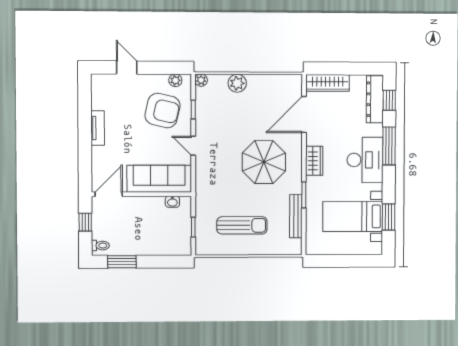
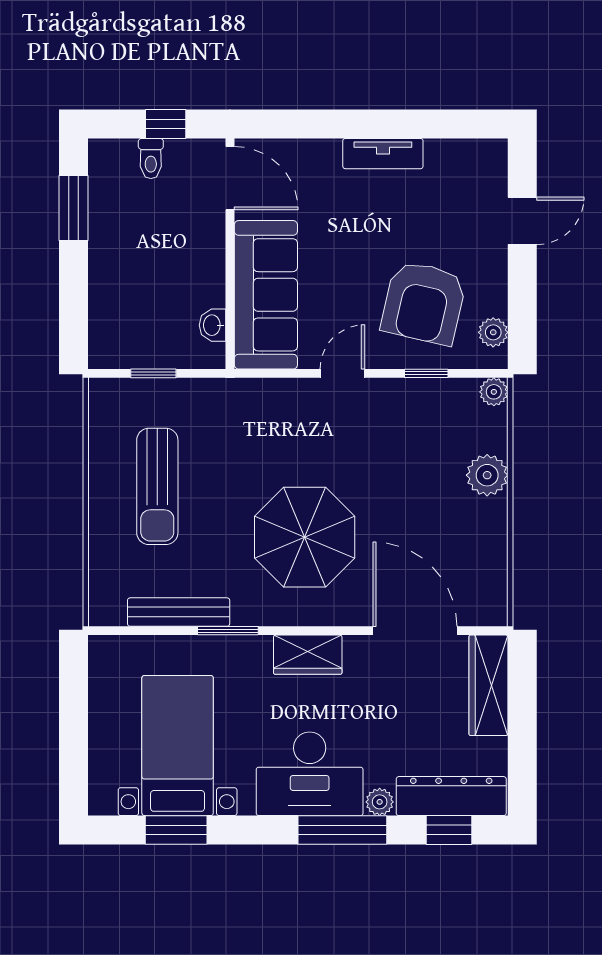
plant: (377, 130) -> (380, 802), added
toilet: (100, 246) -> (151, 158), moved

